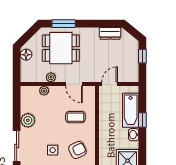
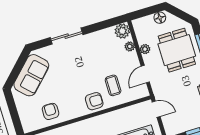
plant: (28, 120) -> (122, 31), moved
side table: (53, 150) -> (74, 73), removed
armchair: (77, 150) -> (94, 101), moved, turned -65

